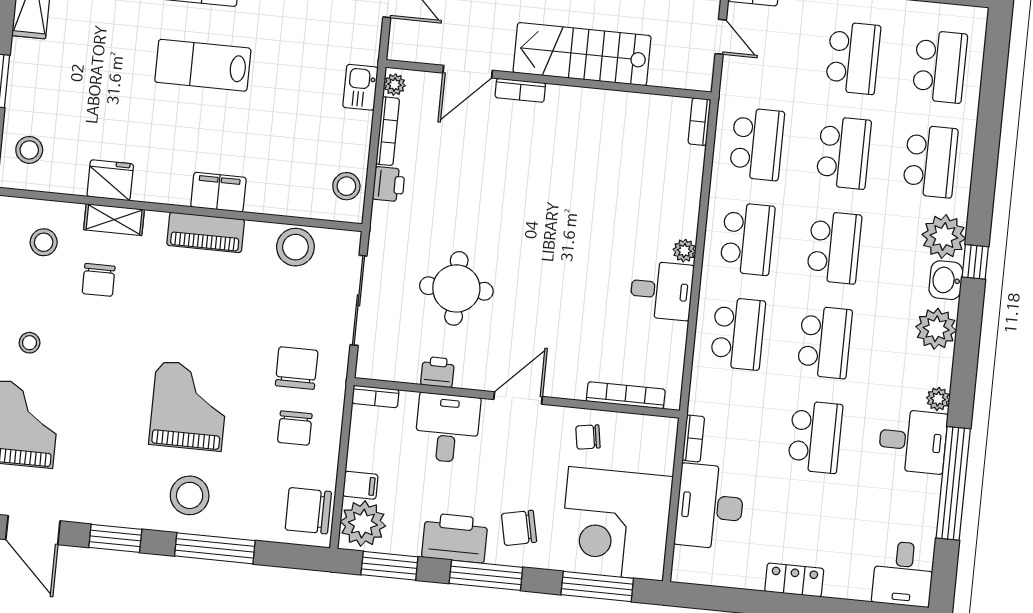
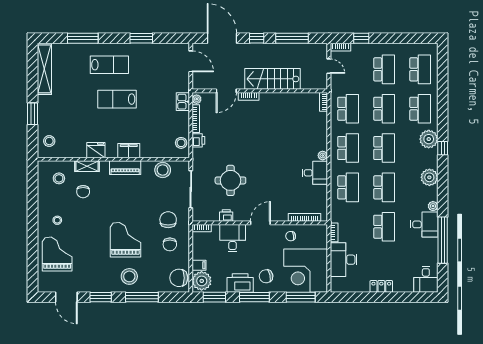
fridge: (110, 180) -> (96, 150), moved
washbasin: (946, 280) -> (431, 157), removed

